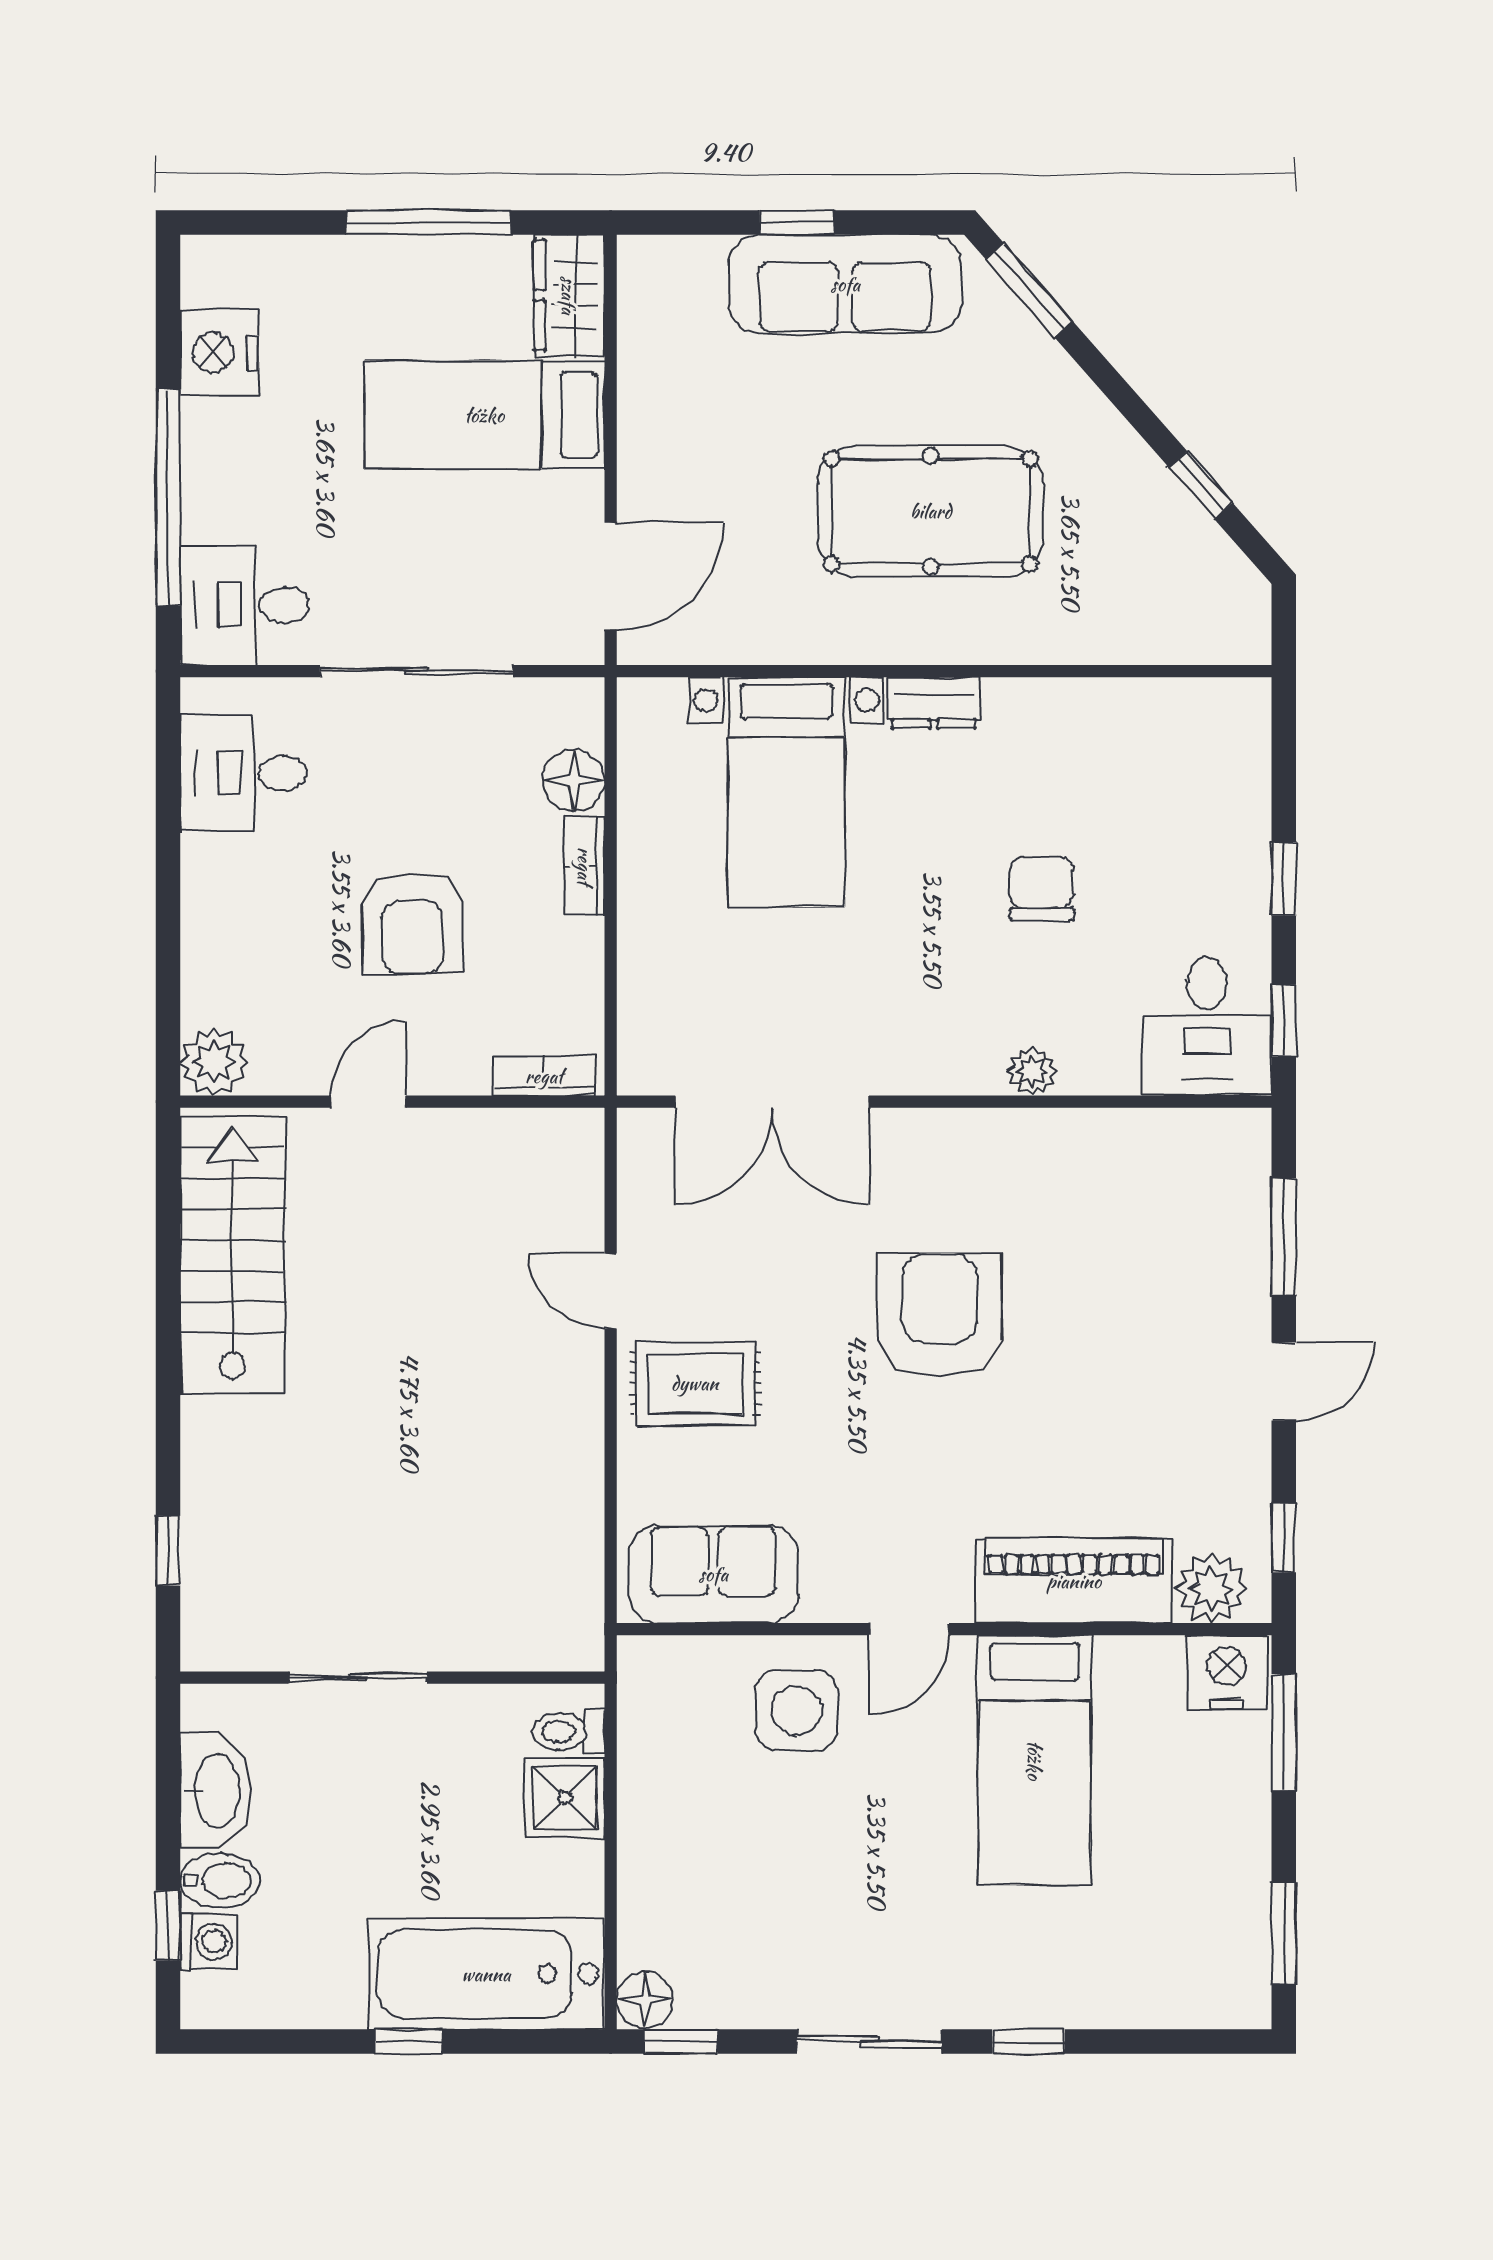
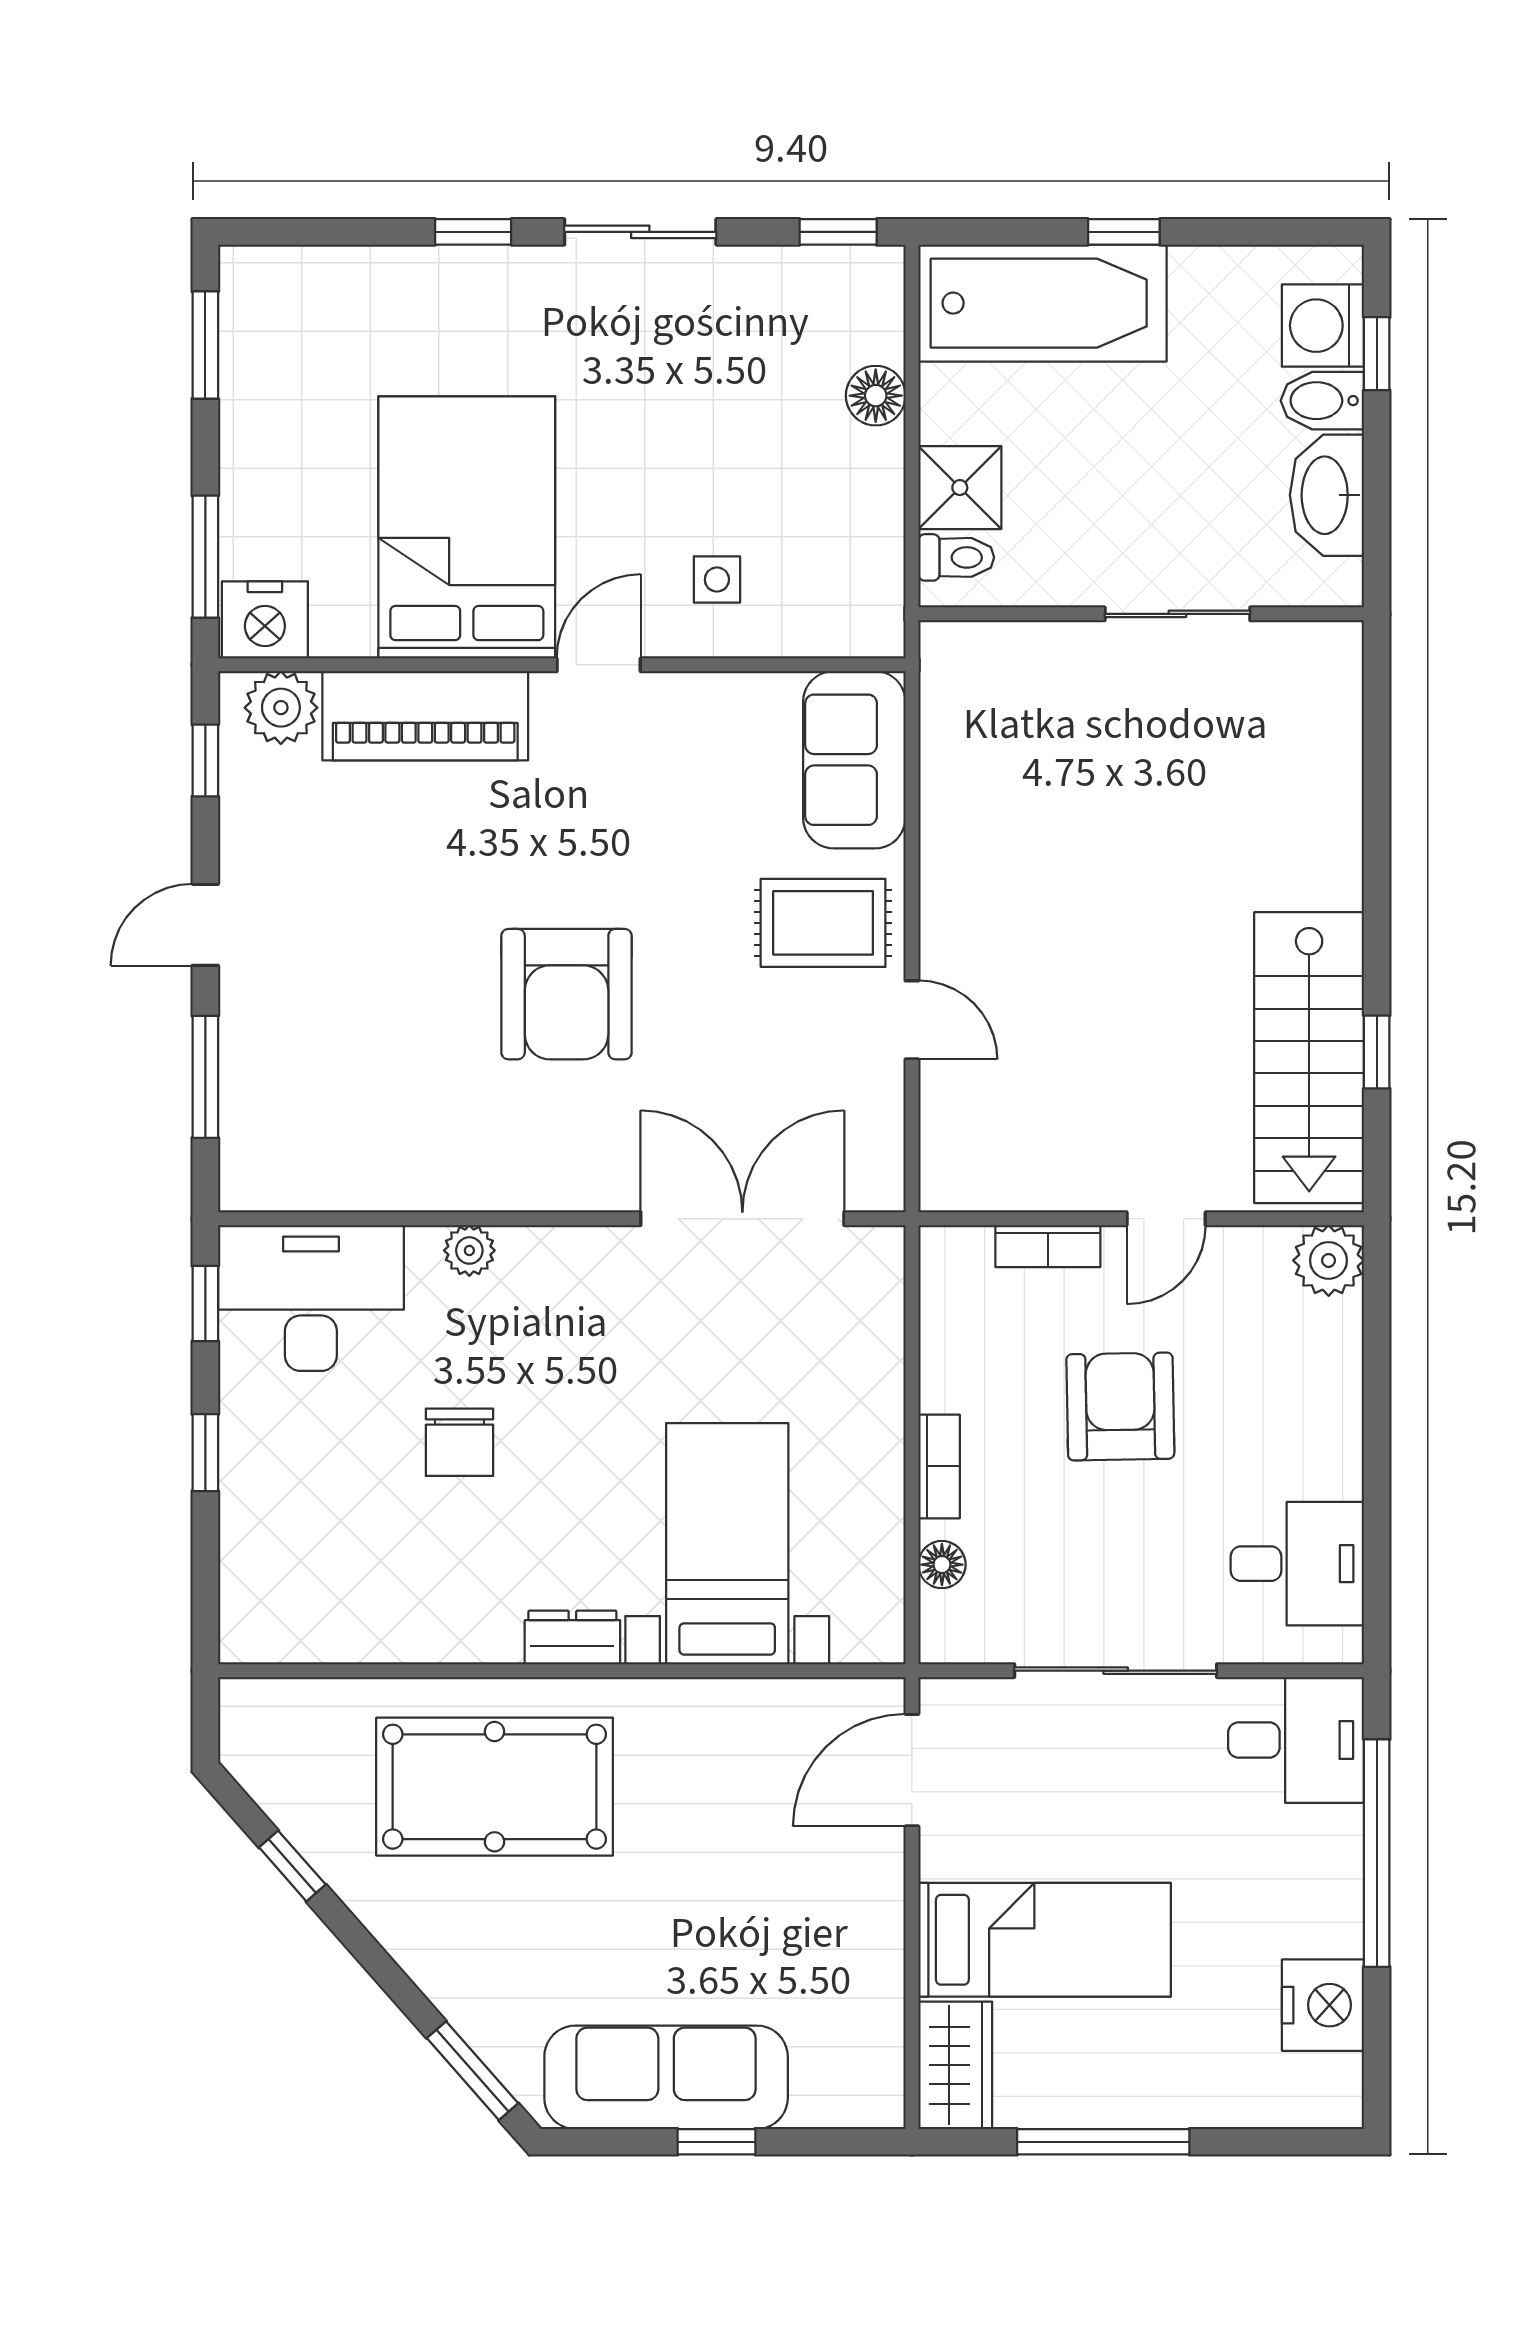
pool table: (931, 511) -> (495, 1787), moved
floor lamp: (574, 781) -> (942, 1565), width x0.73, depth x0.73
desk: (1207, 1026) -> (311, 1298), width x1.37
bookcase: (544, 1076) -> (1048, 1246), moved
window: (168, 1551) -> (1377, 1052), moved
sofa: (713, 1574) -> (854, 760), moved, turned 90
side table: (796, 1710) -> (717, 580), width x0.54, depth x0.54
bed: (1035, 1760) -> (467, 527), width x1.50
washing machine: (208, 1942) -> (1323, 326), width x1.38, depth x1.38
floor lamp: (645, 2000) -> (876, 396), moved

